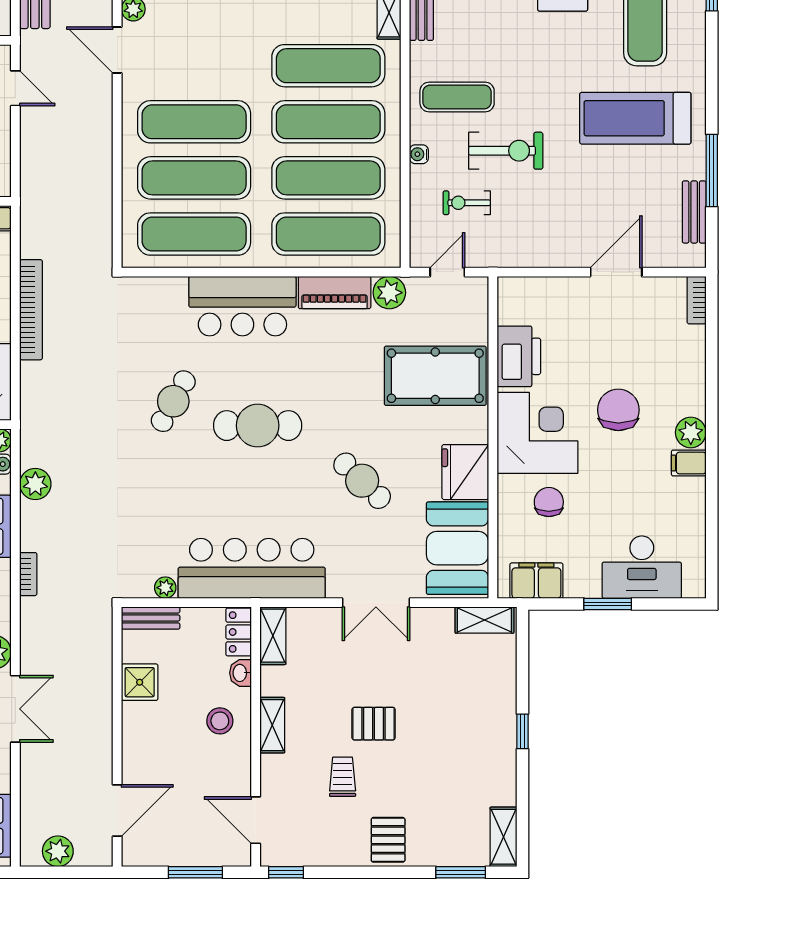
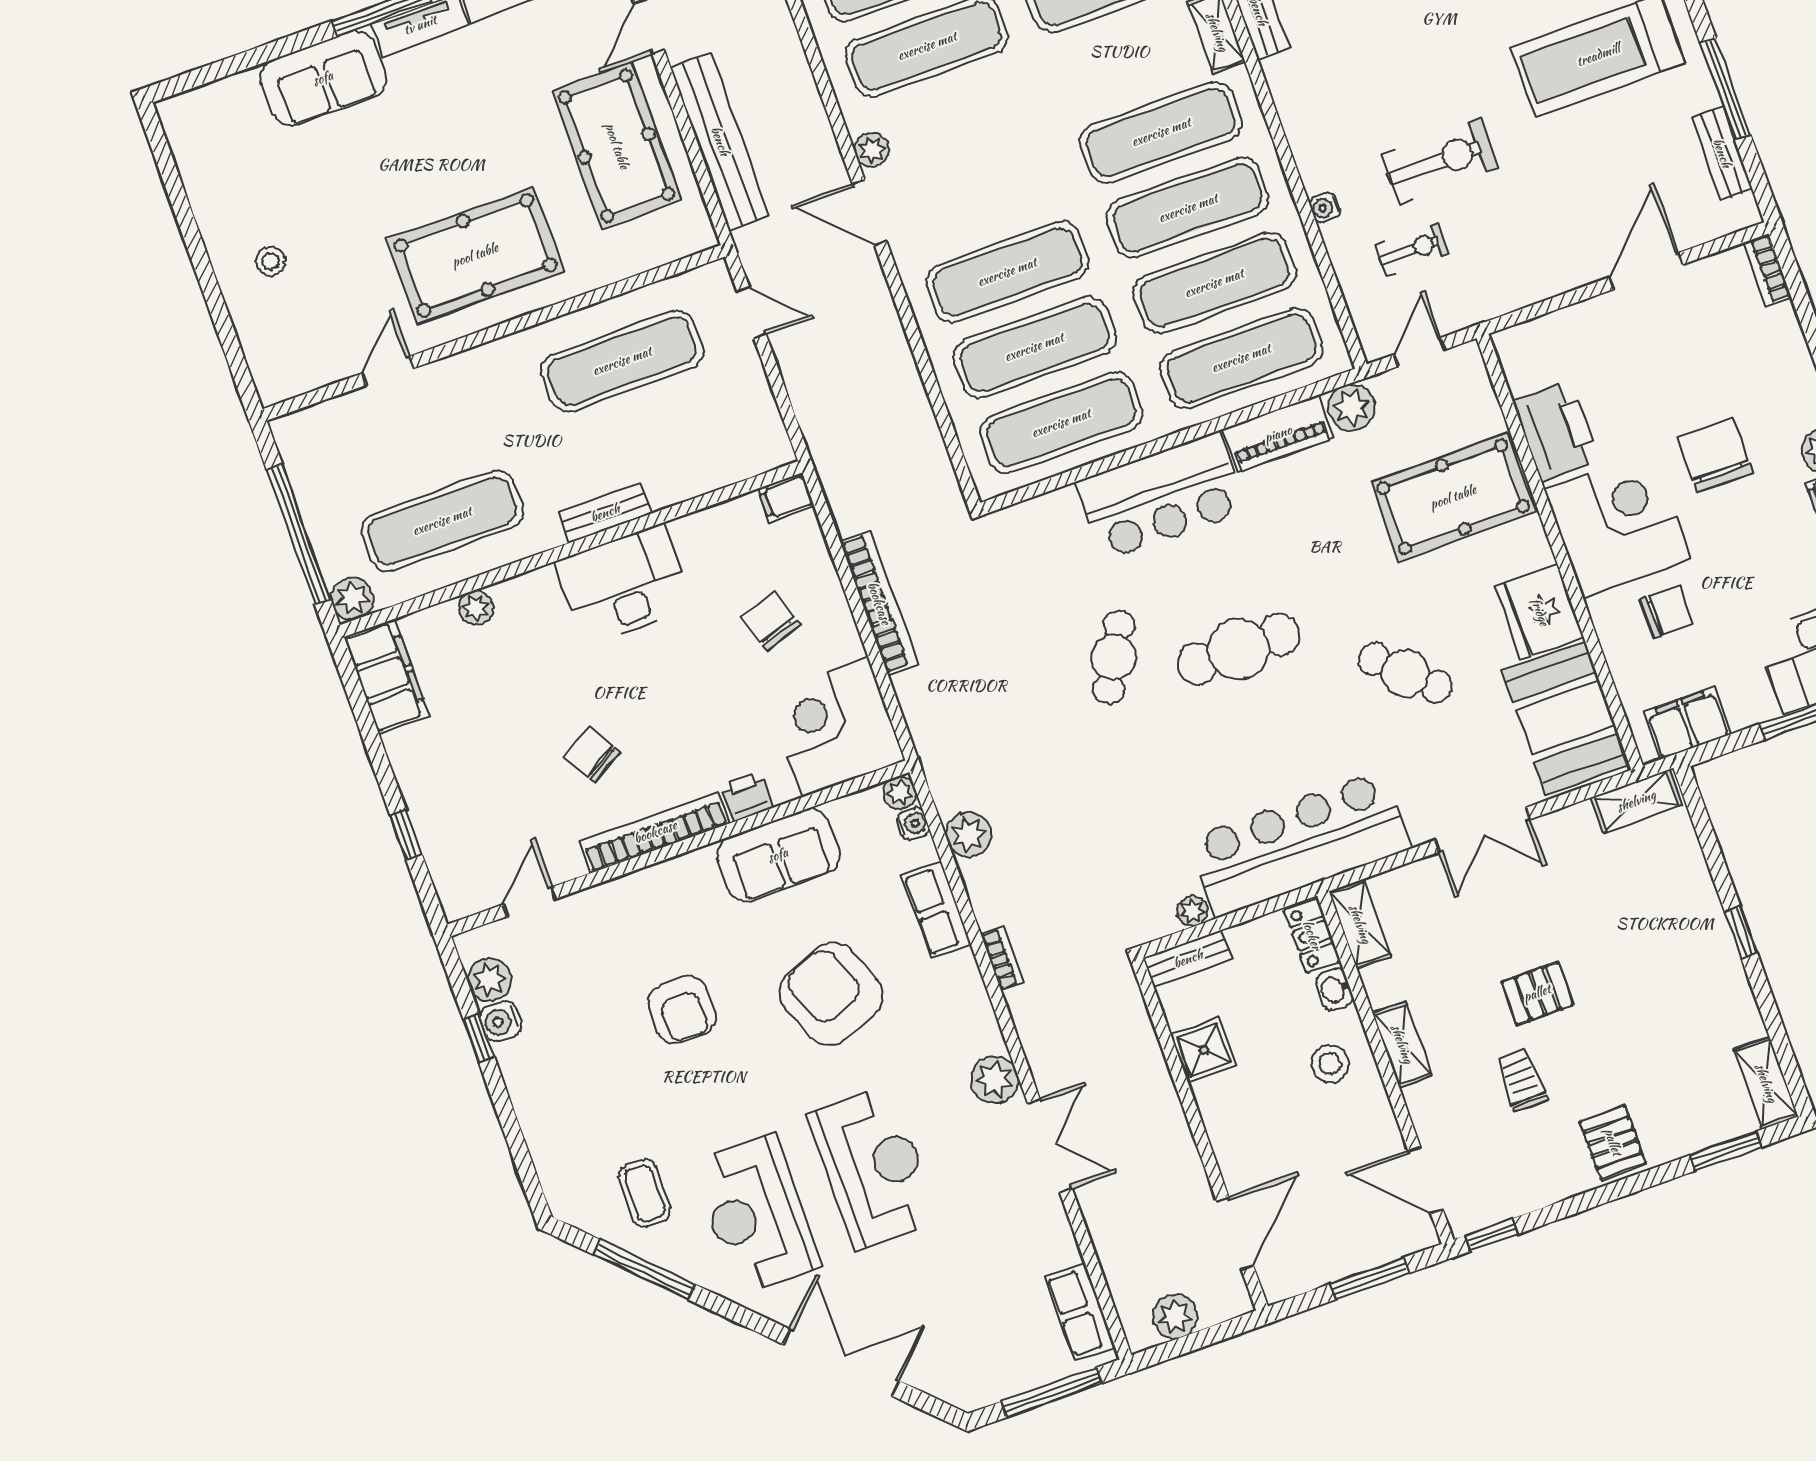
exercise mat: (457, 97) -> (1348, 112), removed
exercise bike: (467, 203) -> (1412, 250), turned 180
chair: (549, 502) -> (1666, 612), turned 90

